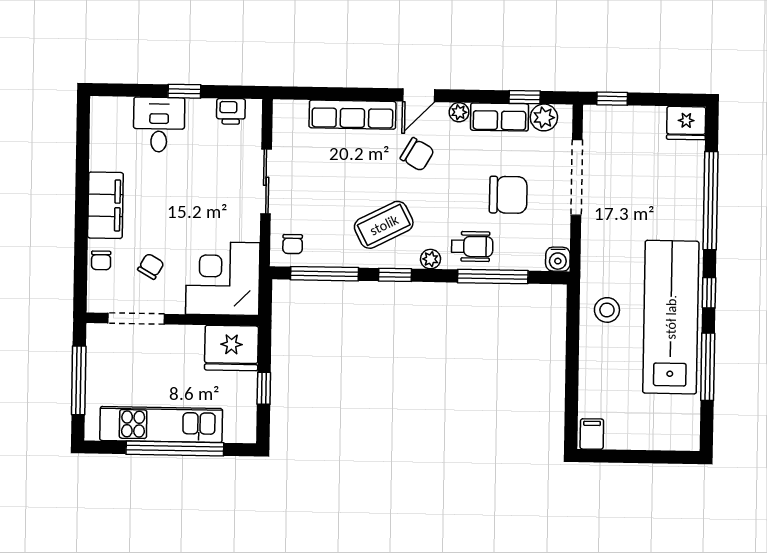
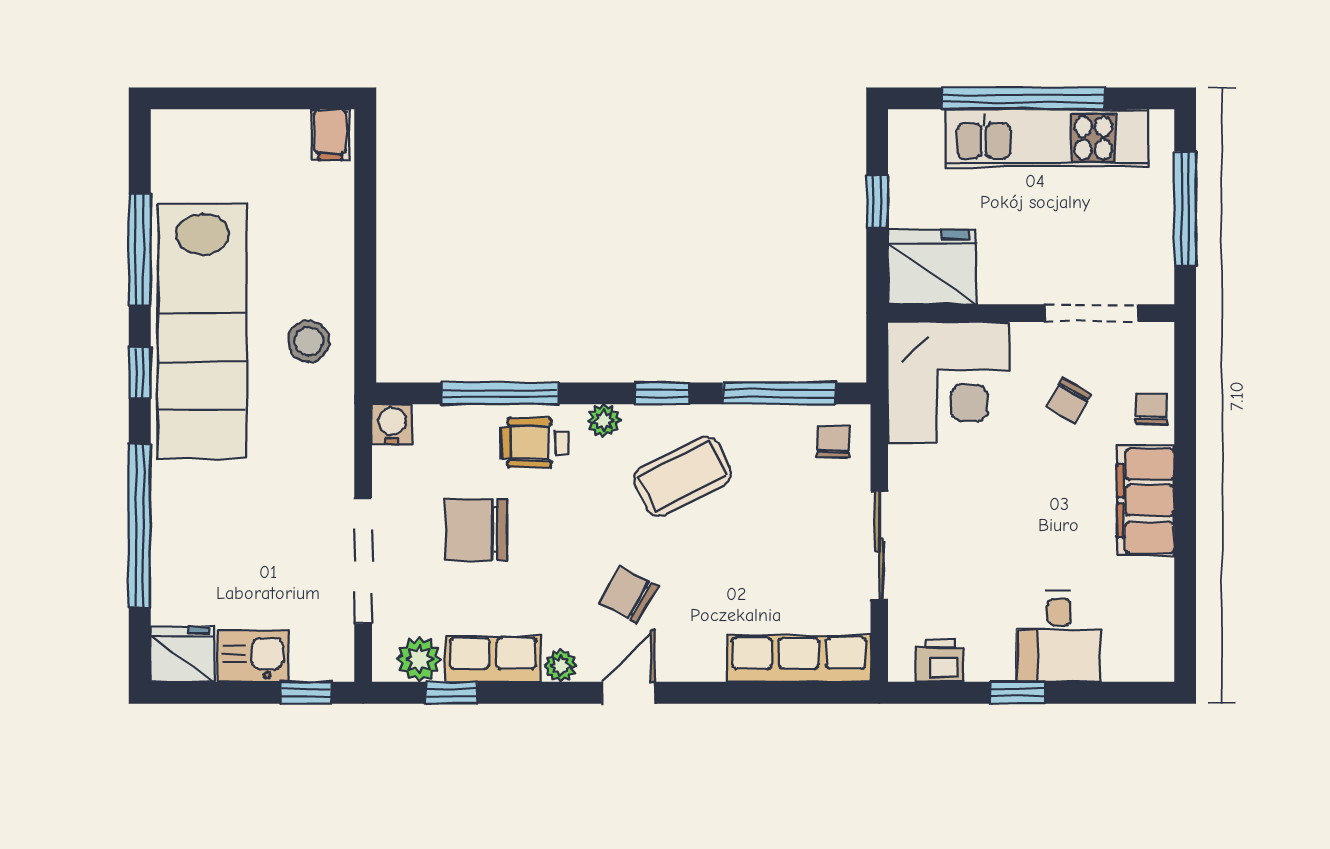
row of seats: (352, 115) -> (799, 659), moved
kitchen sink: (644, 121) -> (253, 656), added

